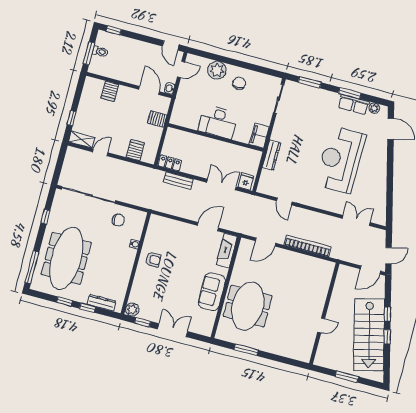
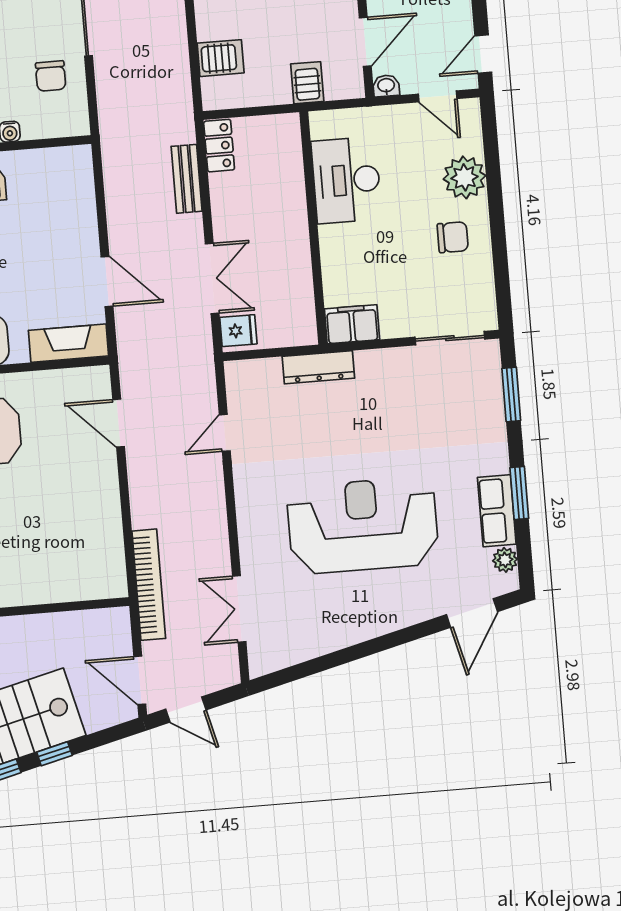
desk: (218, 122) -> (346, 180), moved
double door: (356, 220) -> (239, 609), swing flipped
bookcase: (308, 246) -> (149, 585), moved

